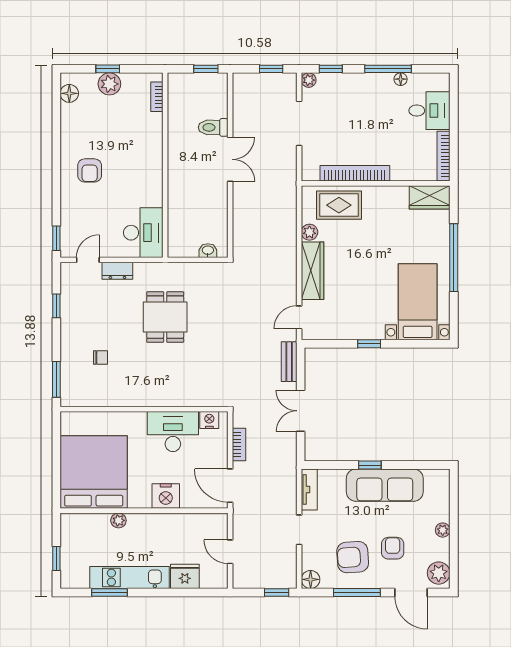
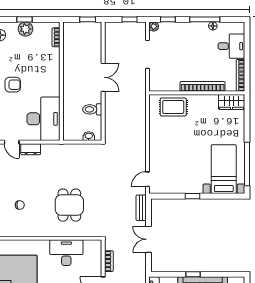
toilet: (213, 127) -> (92, 109), moved
armchair: (90, 170) -> (13, 85), turned -90
bookcase: (355, 173) -> (203, 86), moved
plant: (309, 232) -> (154, 124), removed
desk: (143, 233) -> (43, 119), width x1.36, depth x1.30
window: (454, 258) -> (247, 164), moved
door: (88, 260) -> (12, 142), swing flipped
wardrobe: (313, 271) -> (156, 149), removed
dining table: (165, 317) -> (69, 205), moved
nightstand: (209, 420) -> (90, 245), removed

